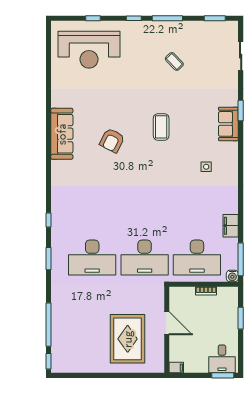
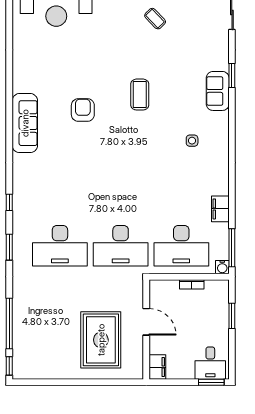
sofa: (62, 134) -> (25, 123), moved
armchair: (112, 140) -> (83, 110), turned 153
filing cabinet: (176, 368) -> (157, 367), width x2.00

